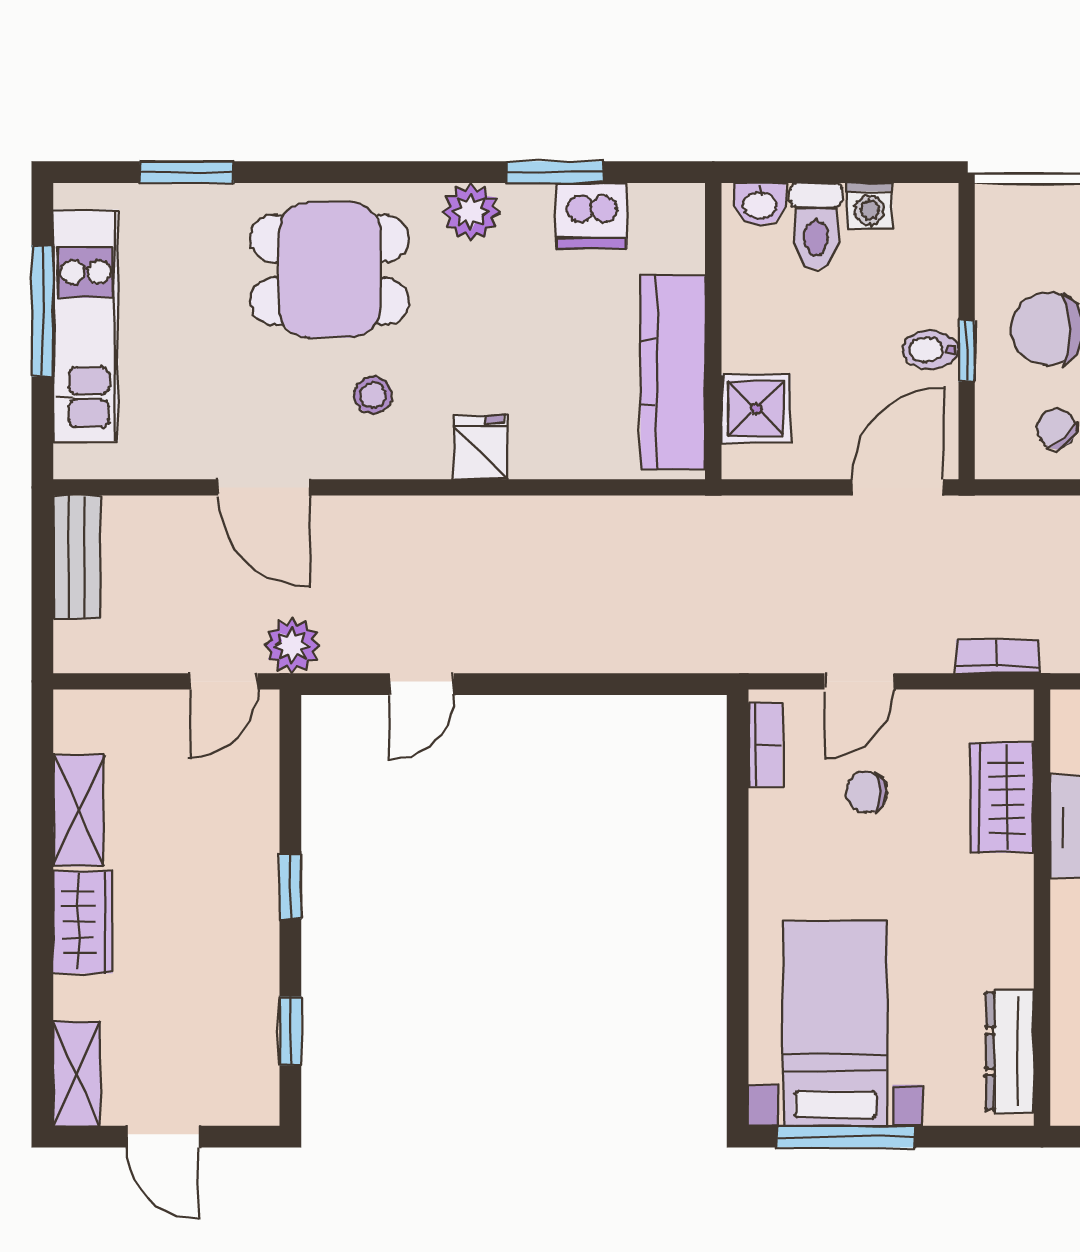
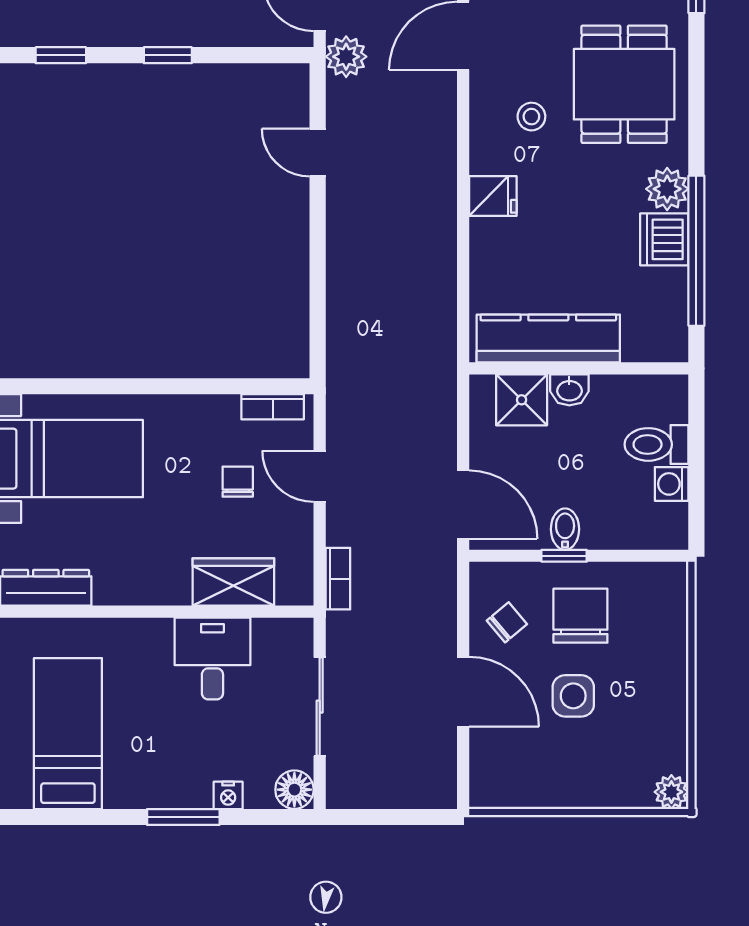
window: (555, 172) -> (696, 251), width x2.11
washbasin: (760, 204) -> (569, 390), moved, turned -90
dishwasher: (591, 216) -> (664, 239), moved

